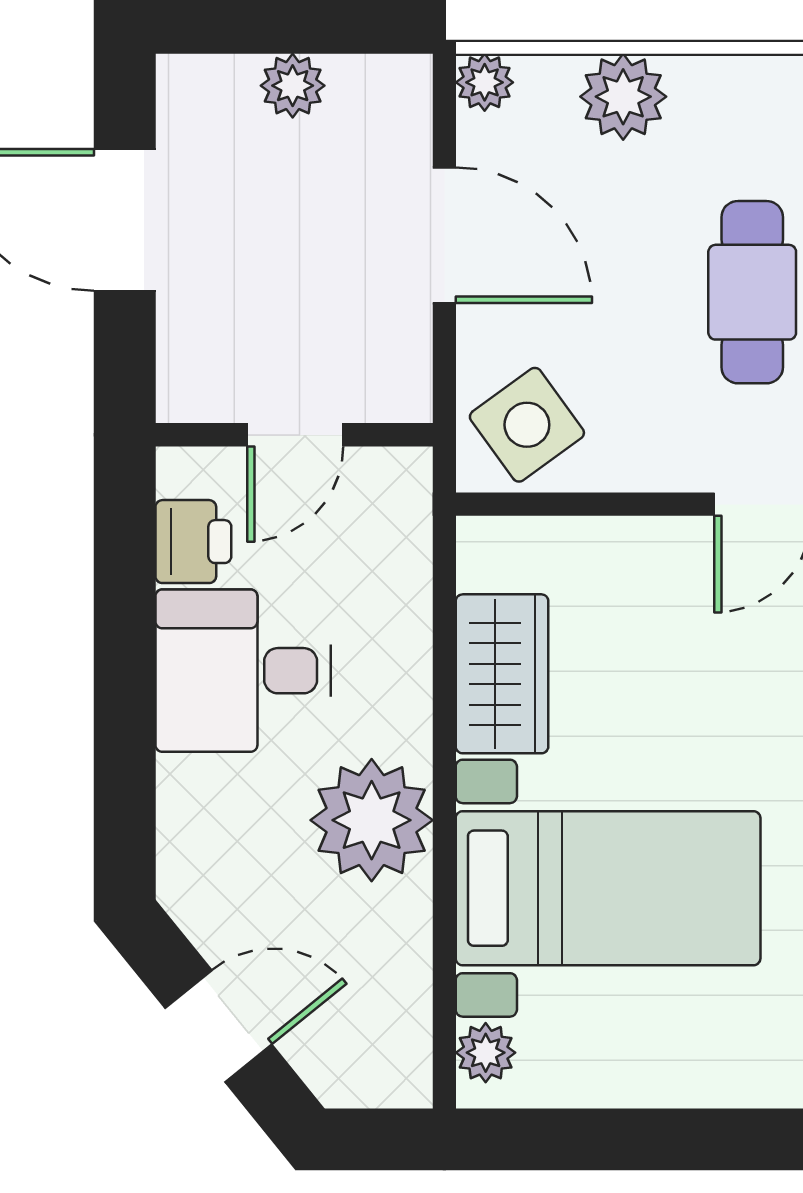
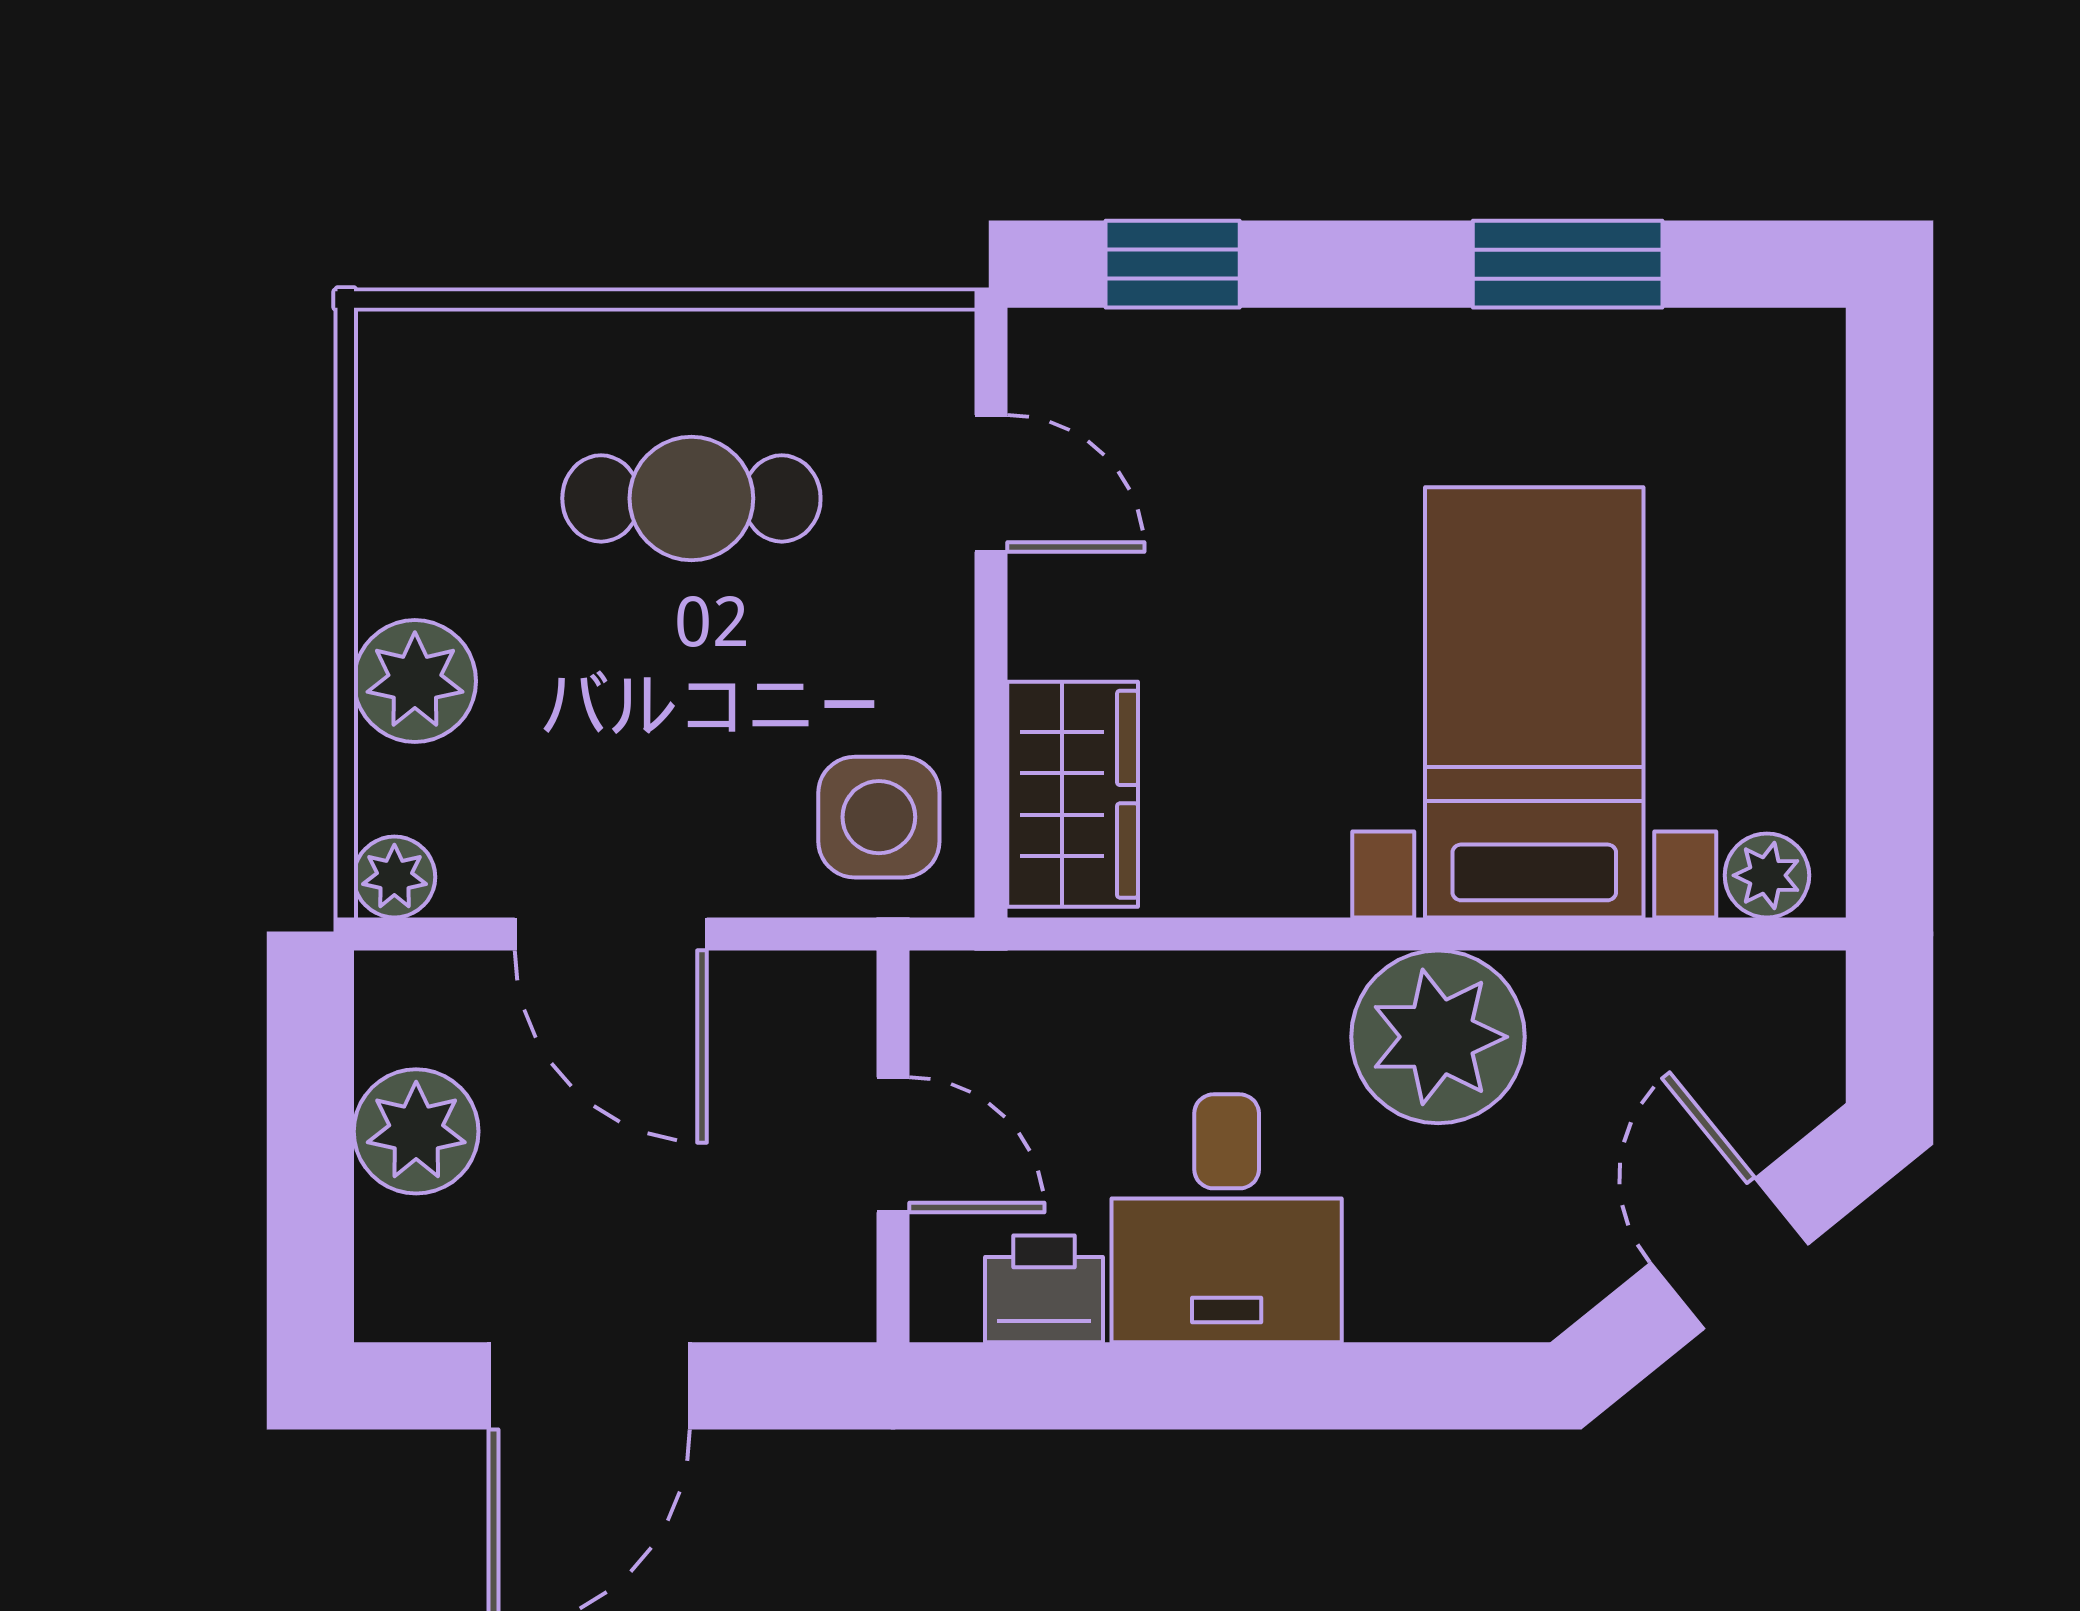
plant: (293, 86) -> (416, 1131), width x1.38, depth x1.38
door: (444, 235) -> (611, 934), swing flipped
side table: (527, 425) -> (879, 817), turned 36
wardrobe: (502, 674) -> (1073, 794), moved, turned 90

